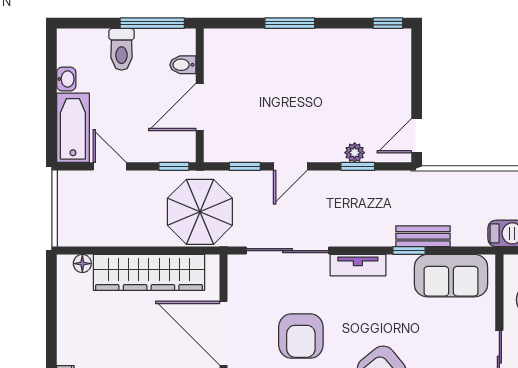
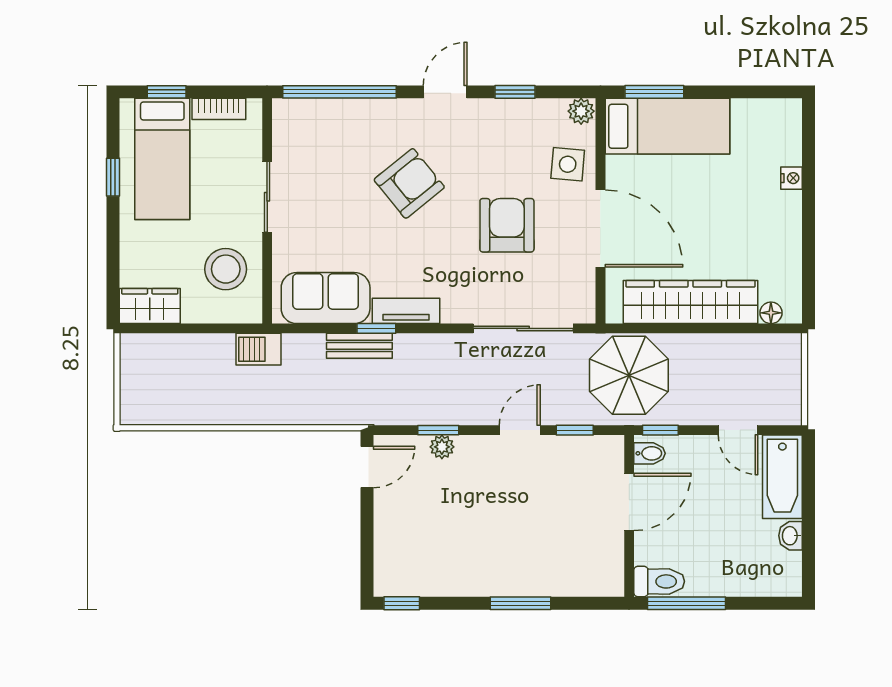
toilet: (122, 49) -> (659, 581), moved, turned 90
bidet: (183, 65) -> (650, 453), moved
tv unit: (358, 265) -> (406, 311), moved

